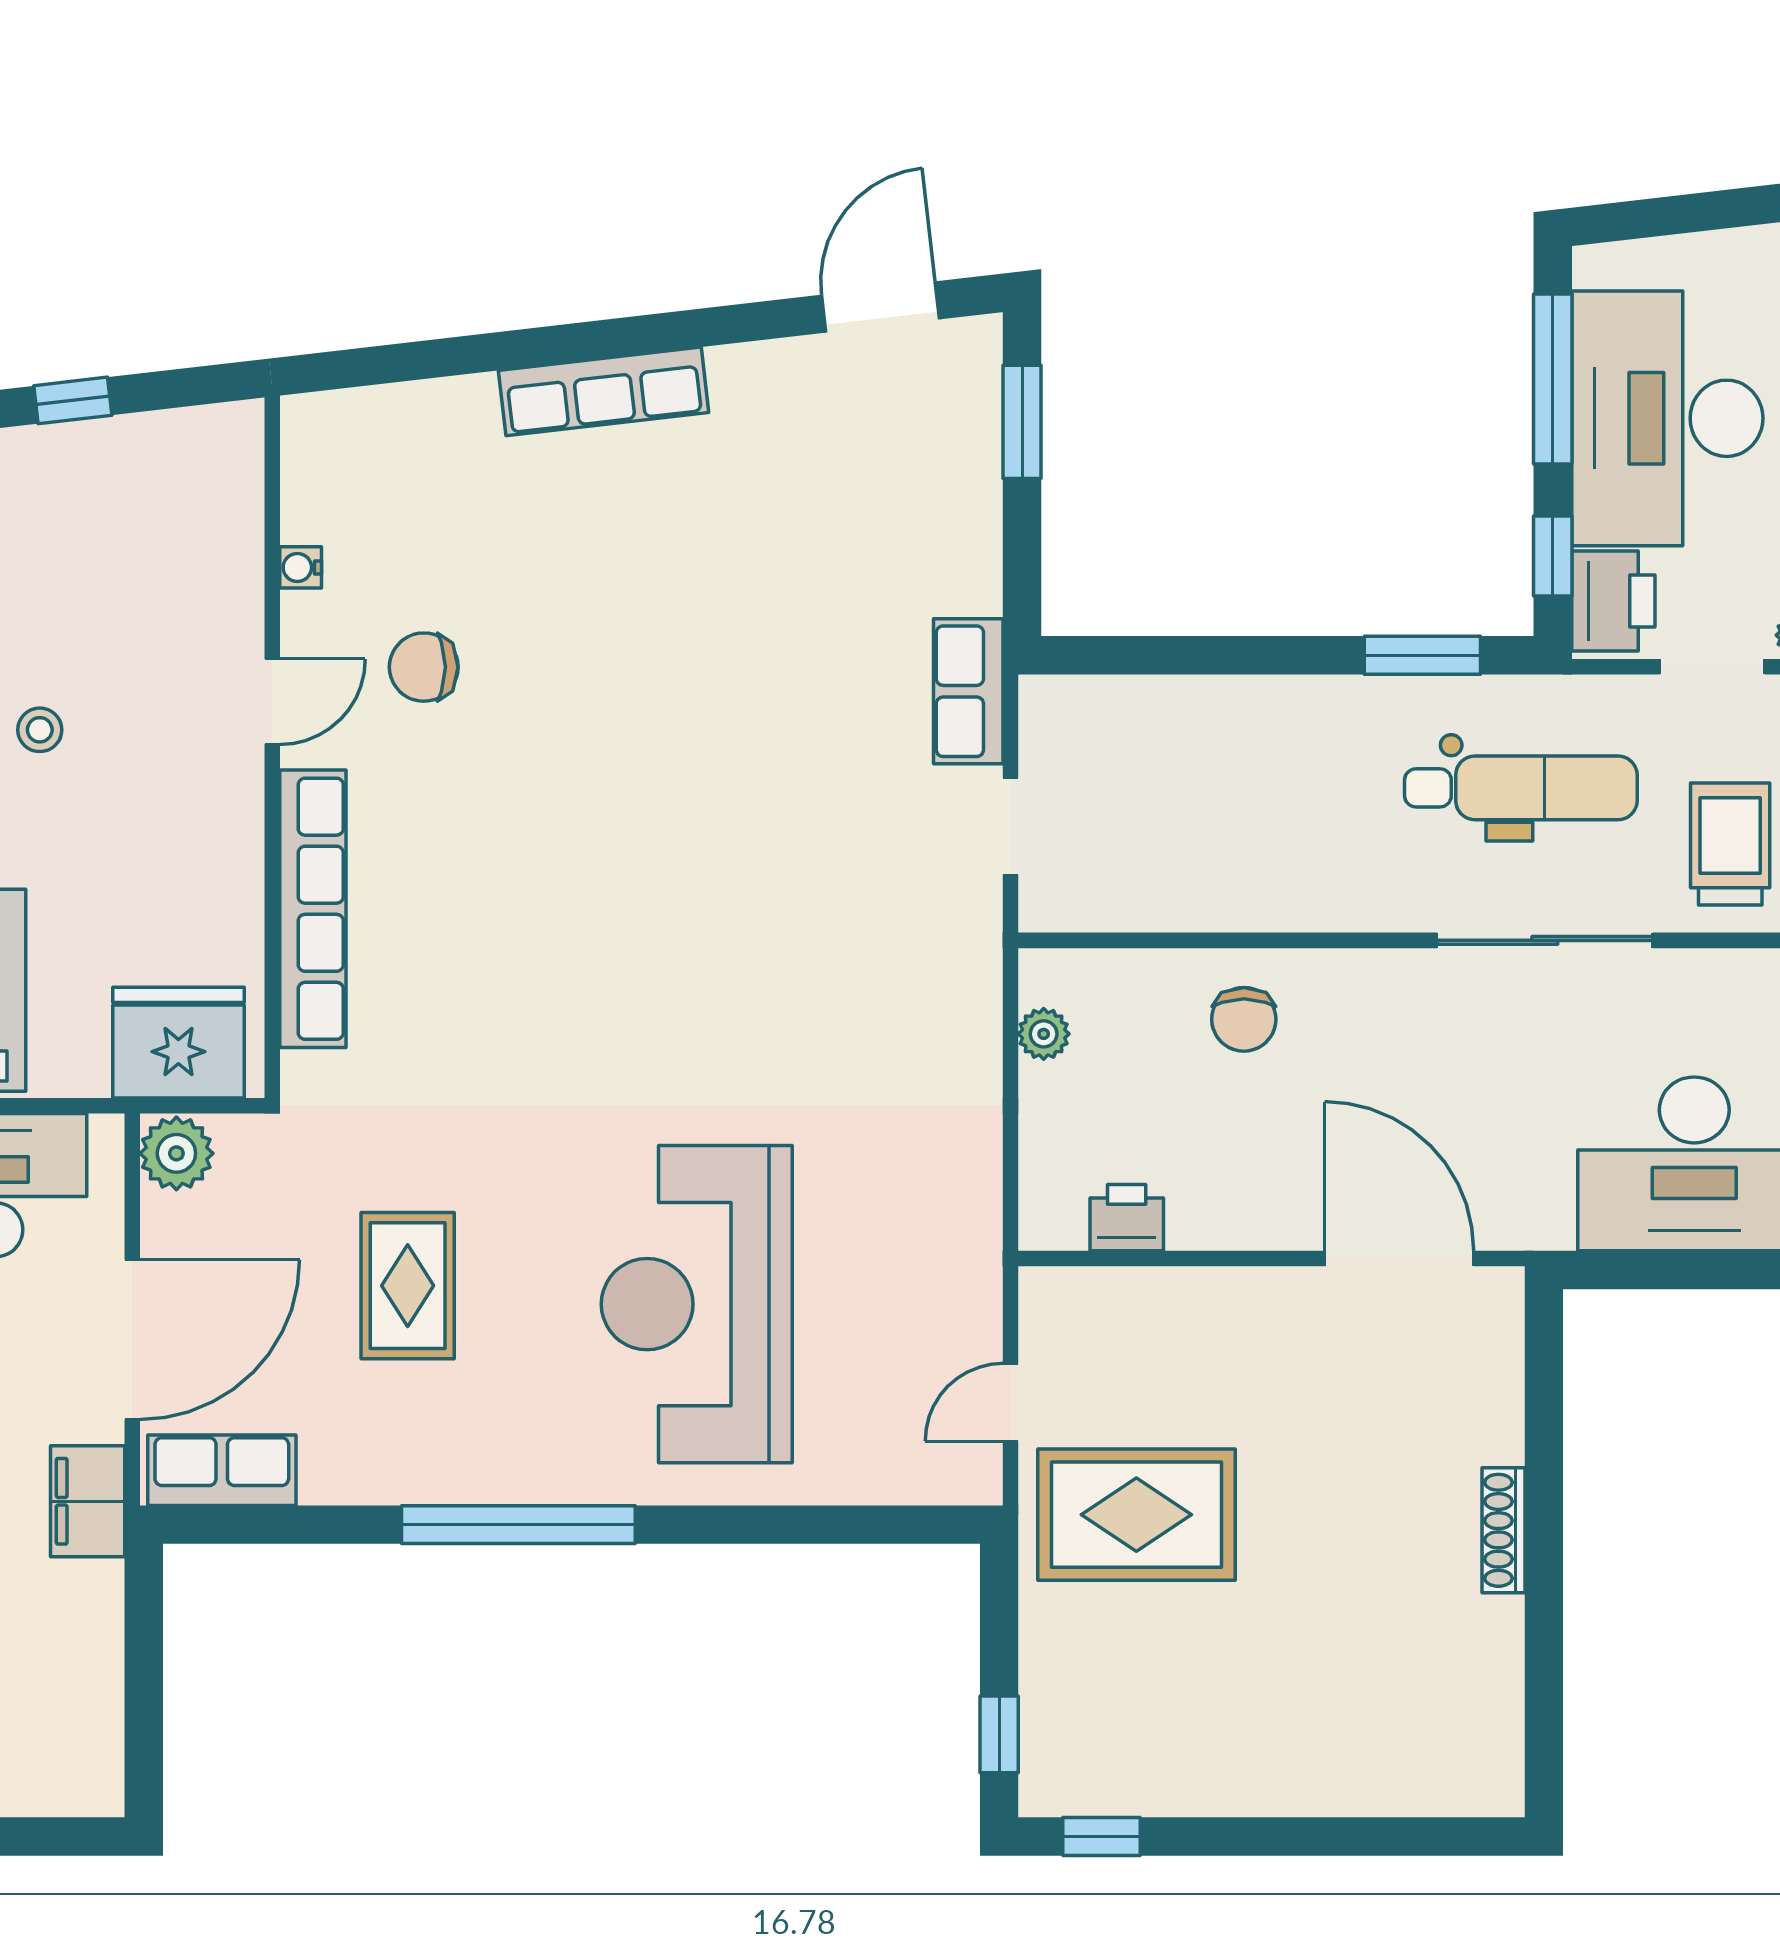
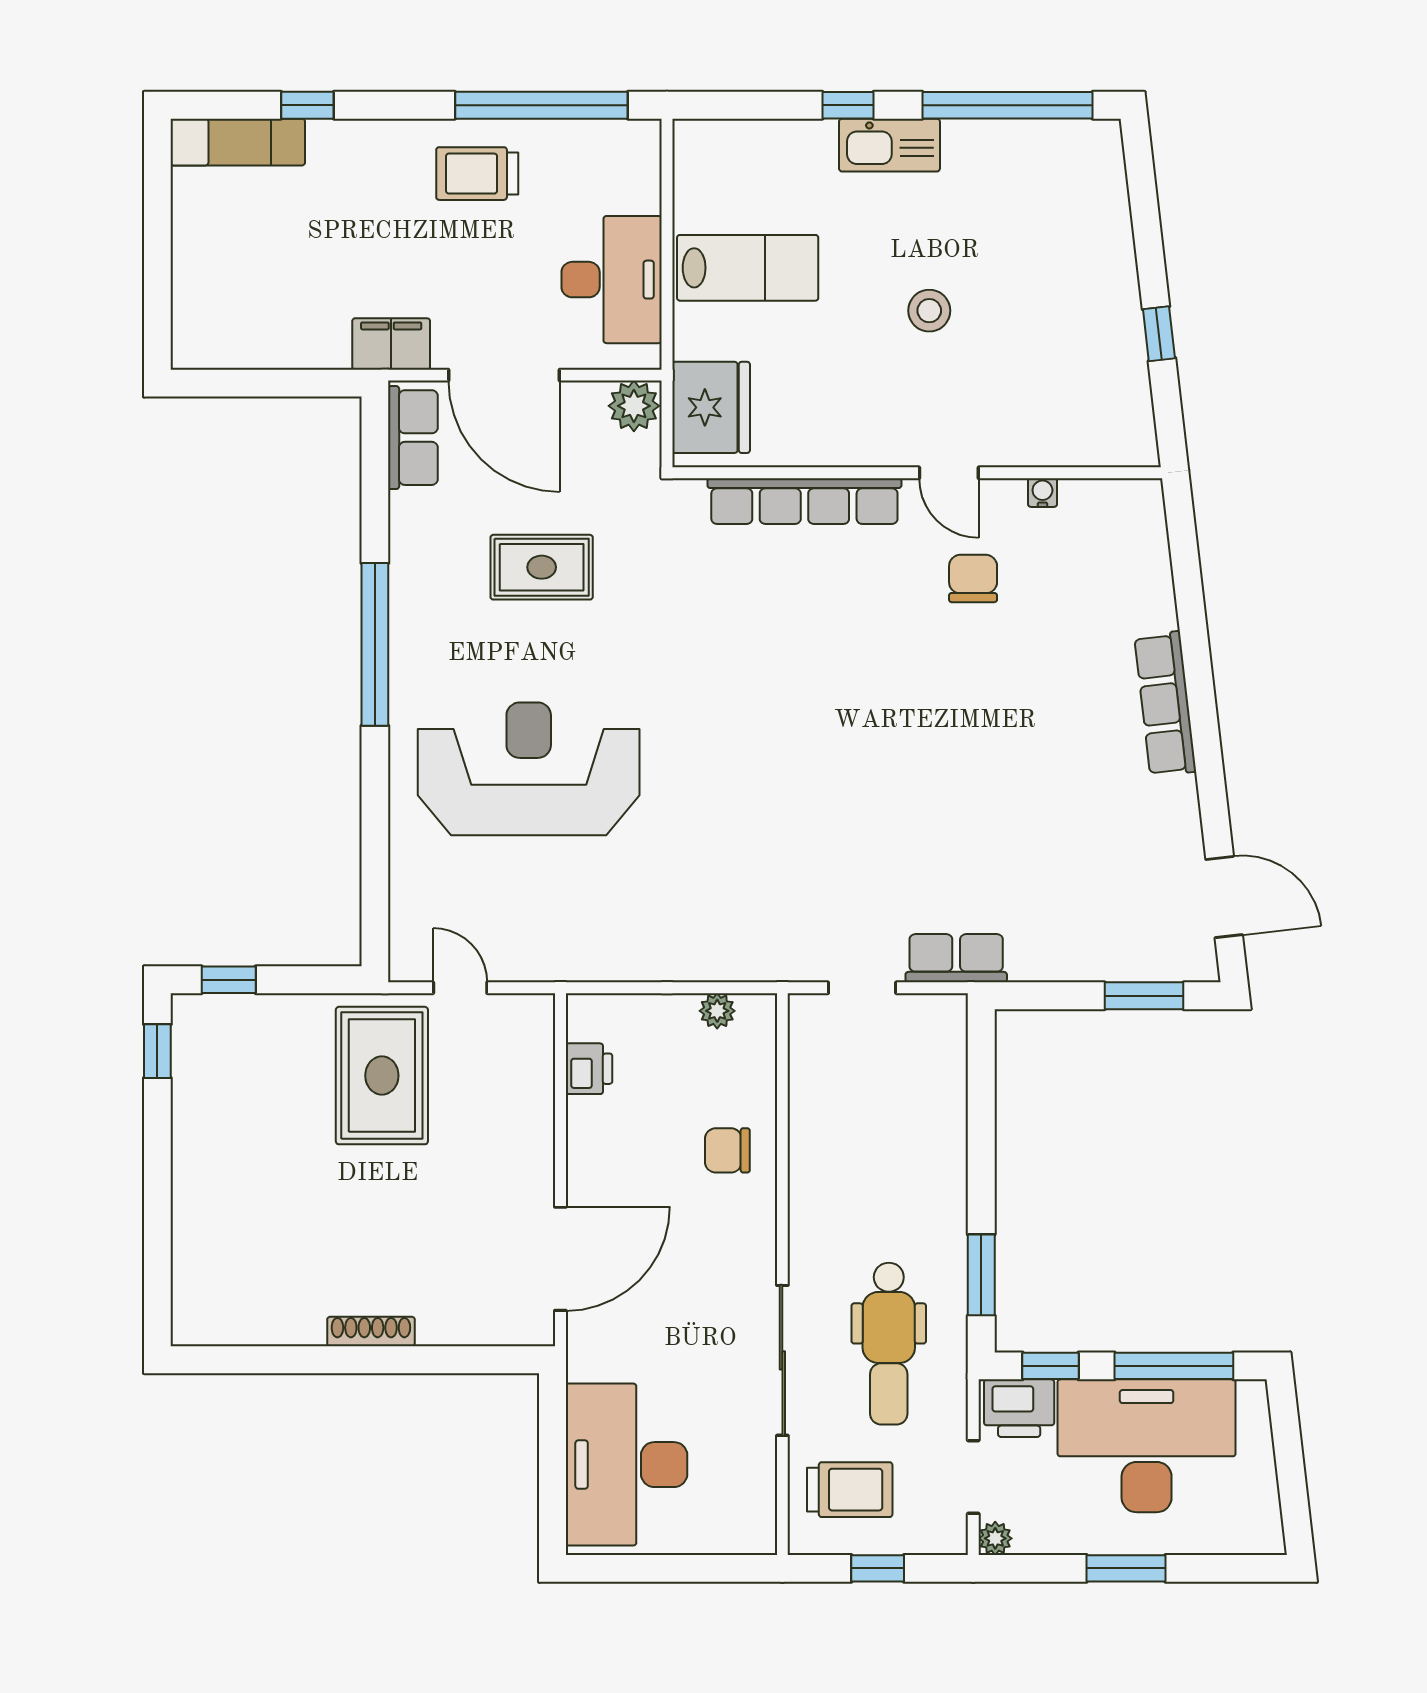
stool: (40, 730) -> (929, 311), width x1.37, depth x1.37

